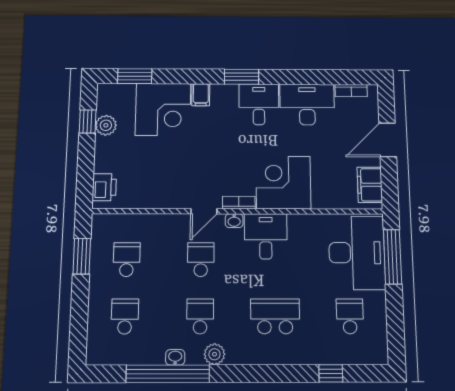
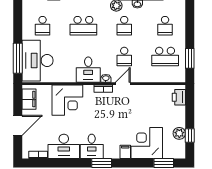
corner desk: (283, 183) -> (67, 100), moved
school desk: (127, 260) -> (165, 57), width x1.85

